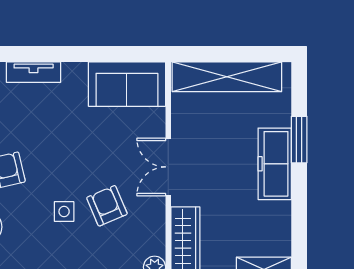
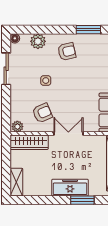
armchair: (107, 206) -> (42, 113), moved

